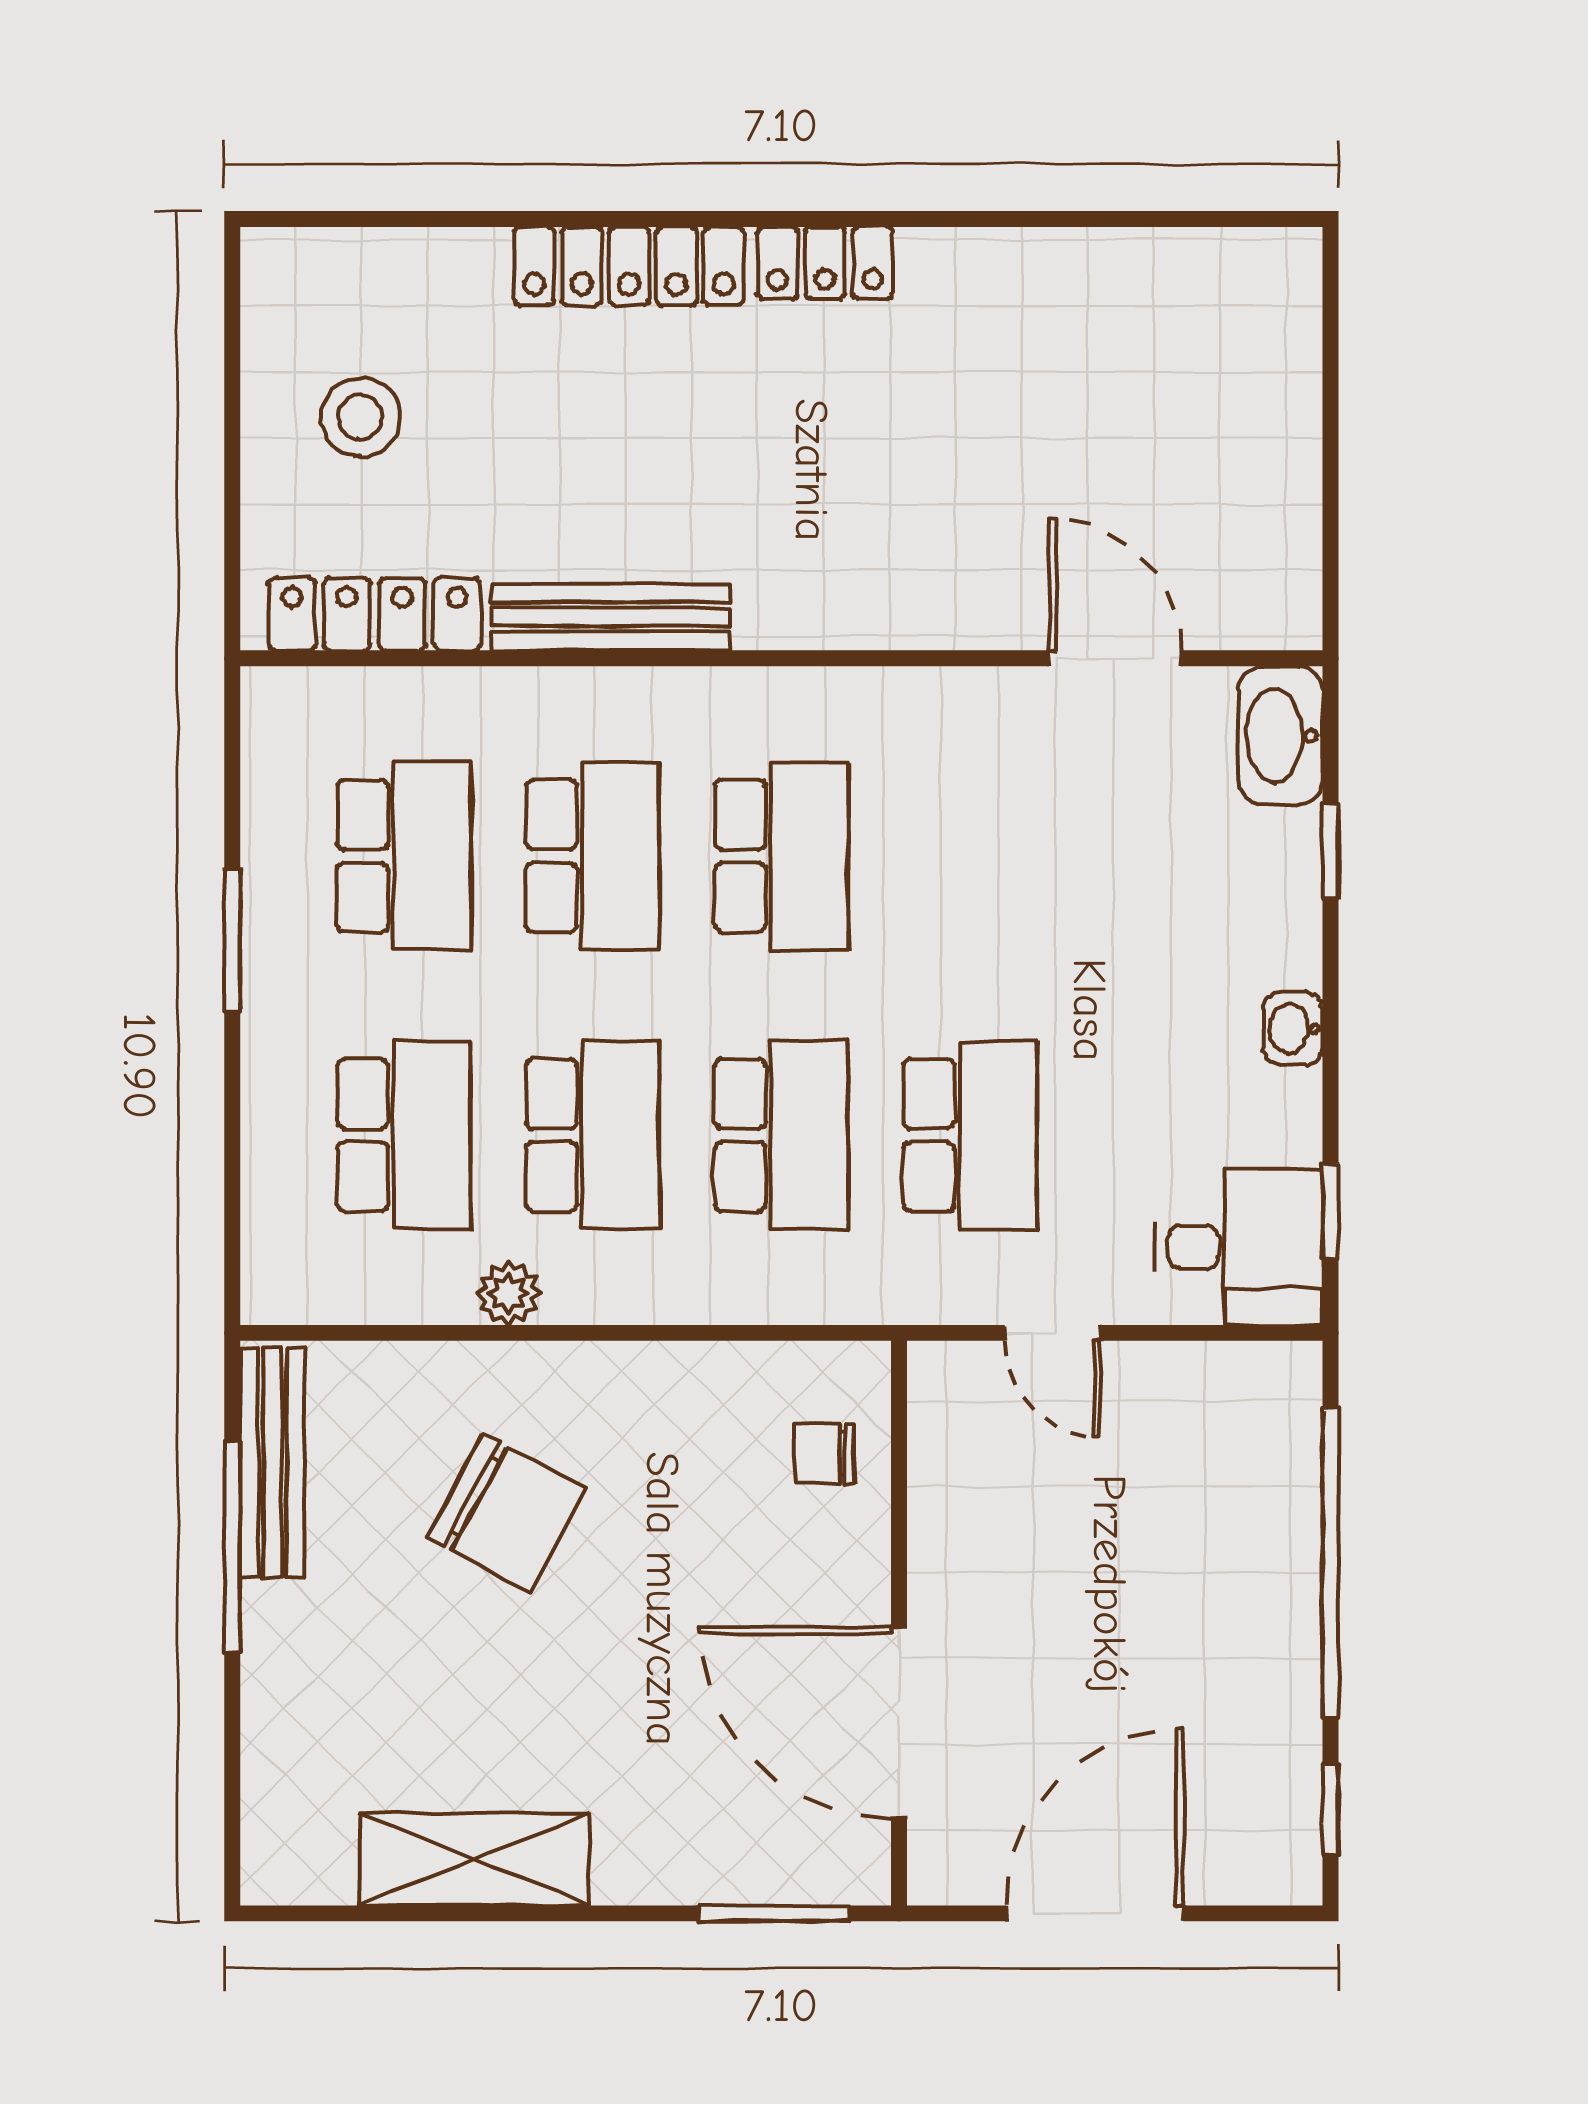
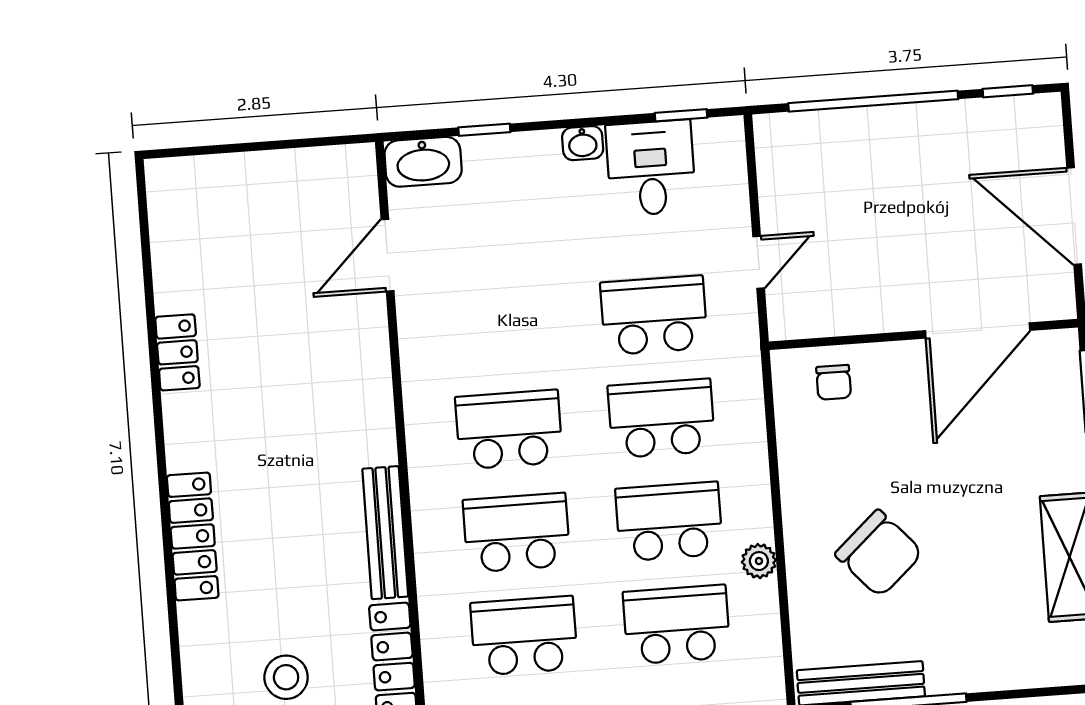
locker: (825, 263) -> (177, 352), moved
desk: (1239, 1247) -> (651, 168), moved
chair: (506, 1513) -> (879, 553), turned 110

